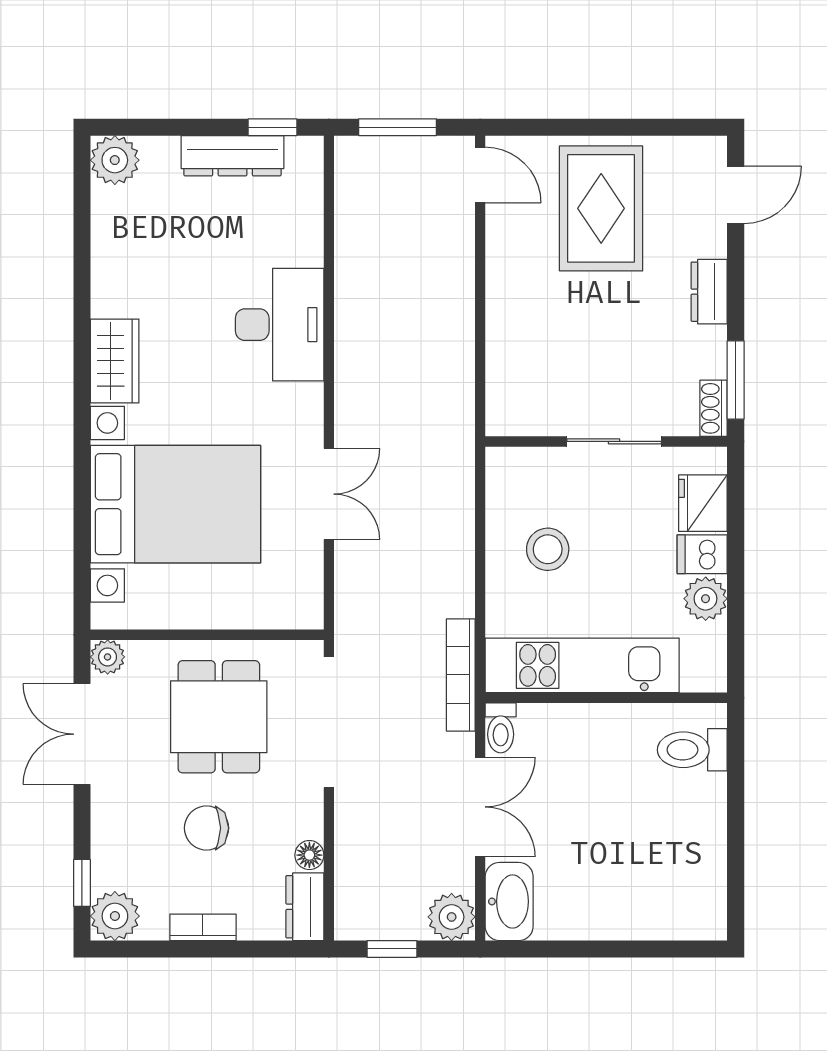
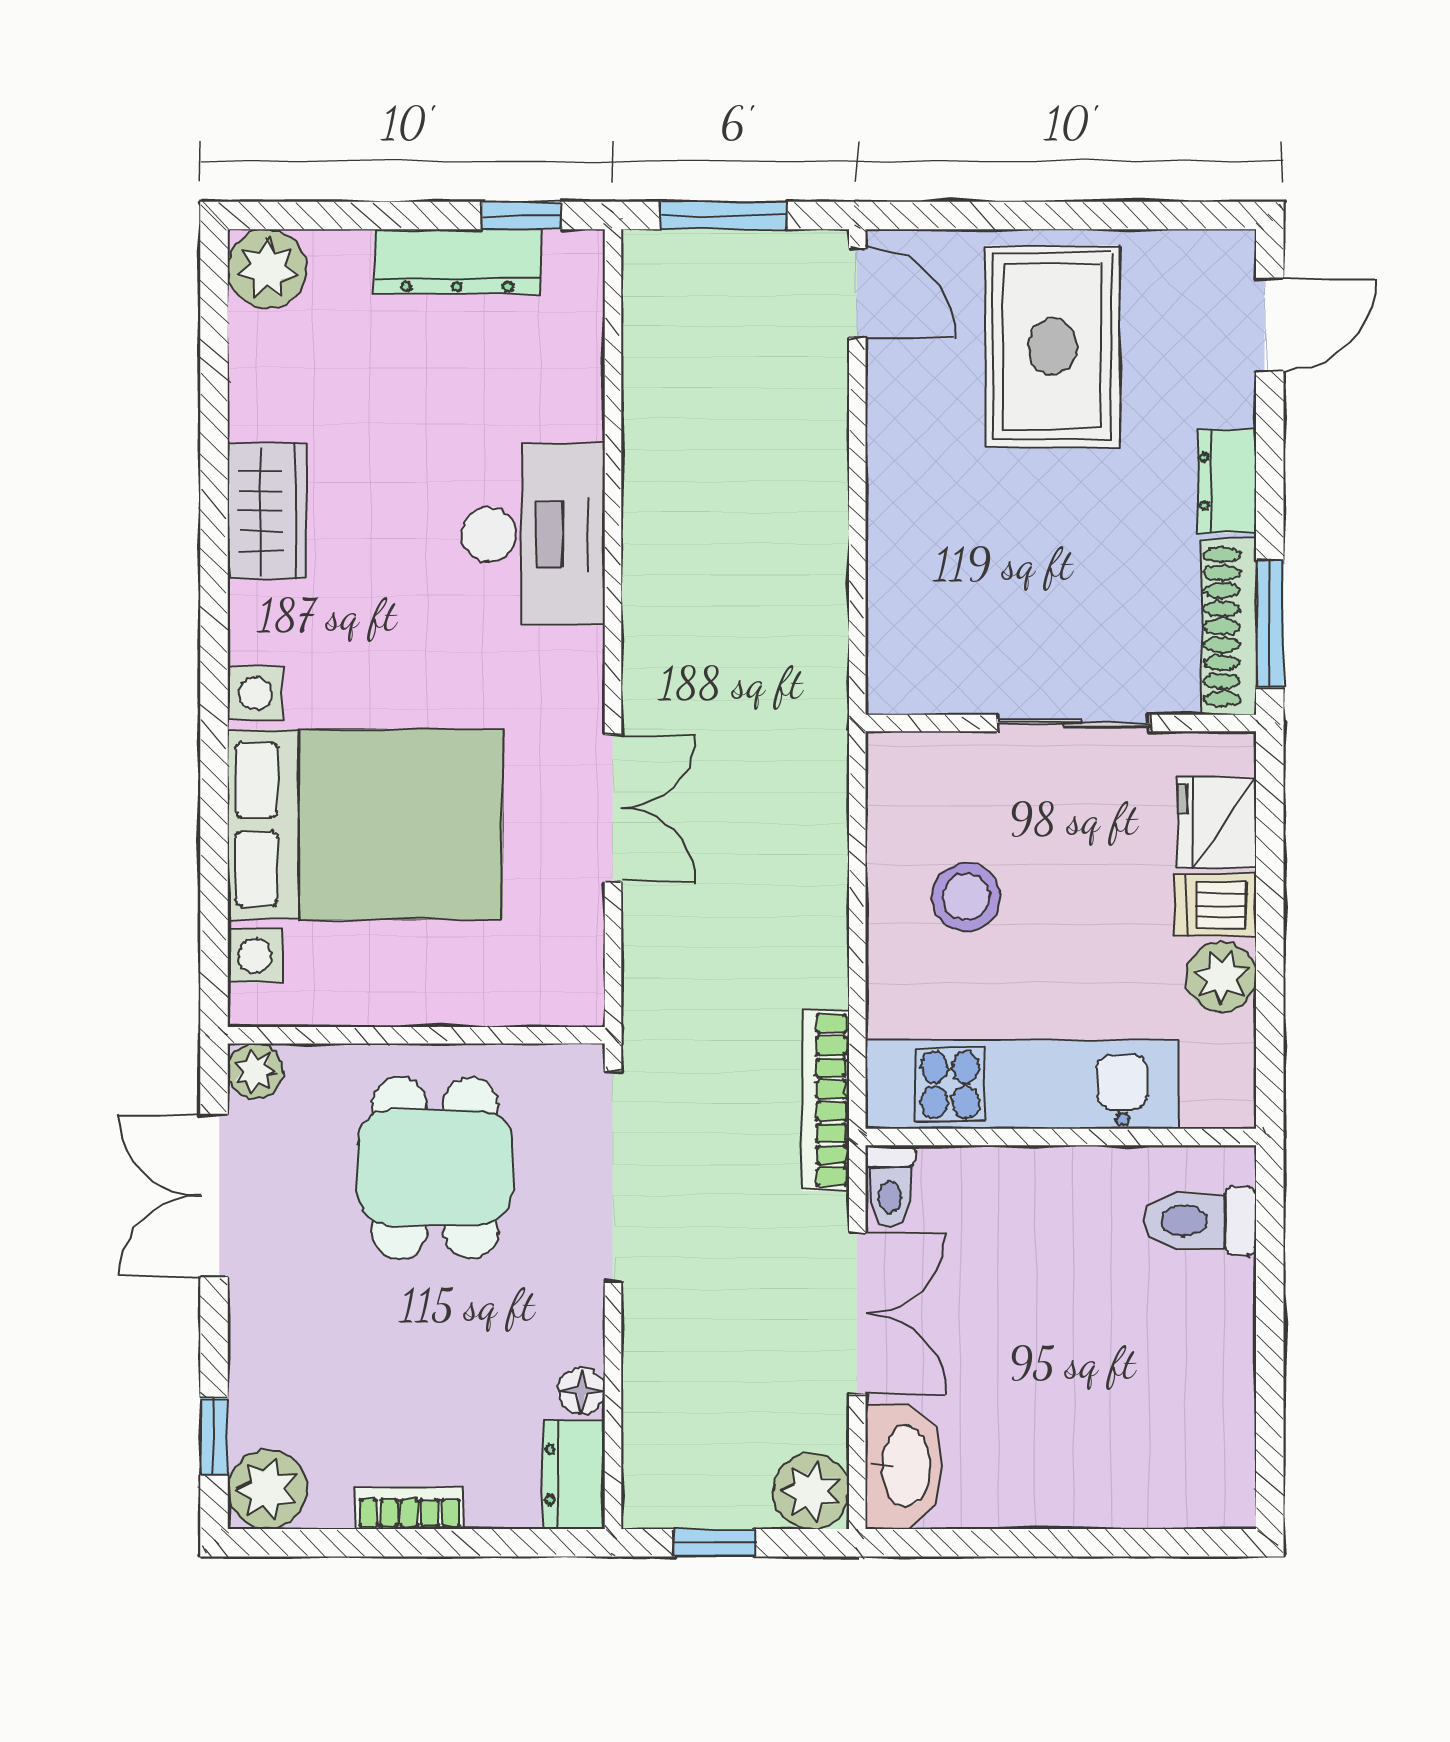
wardrobe: (115, 361) -> (267, 511), moved
shoe rack: (714, 408) -> (1229, 627), width x1.94, depth x1.24
chair: (206, 828) -> (415, 1347), removed

